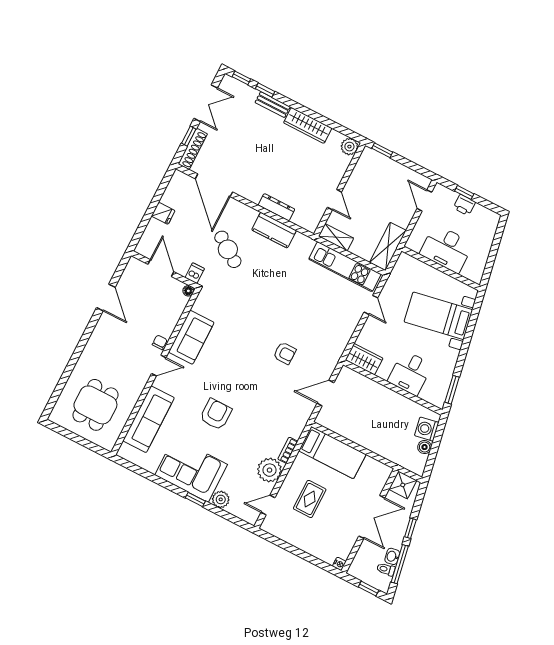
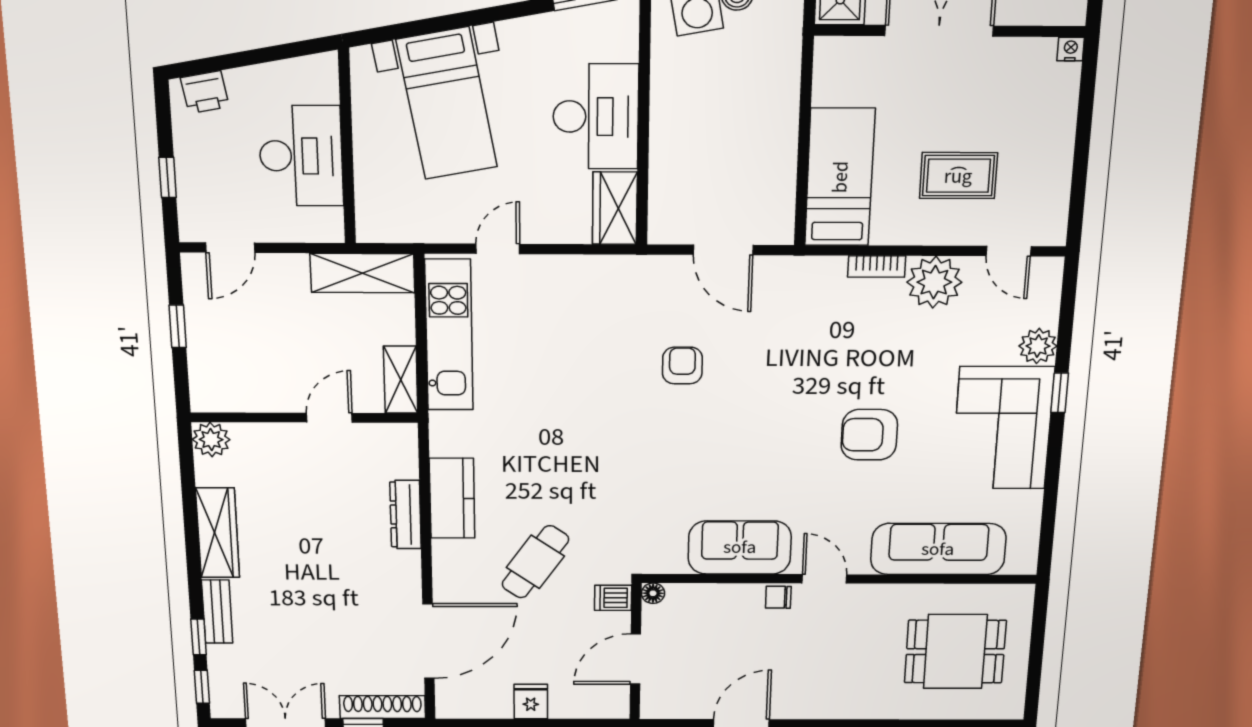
window: (382, 150) -> (178, 326), moved
printer: (464, 205) -> (205, 92), moved, turned 80
desk: (410, 373) -> (596, 117), width x1.37

